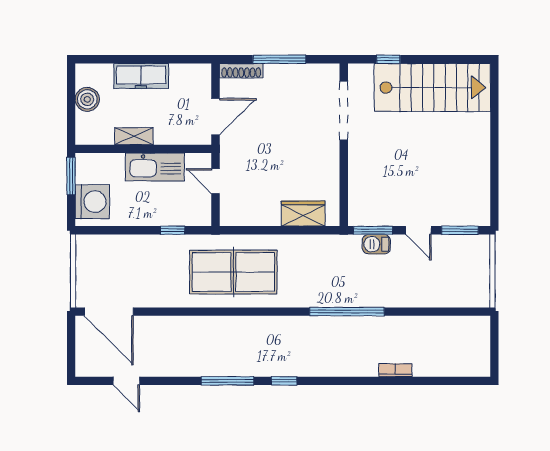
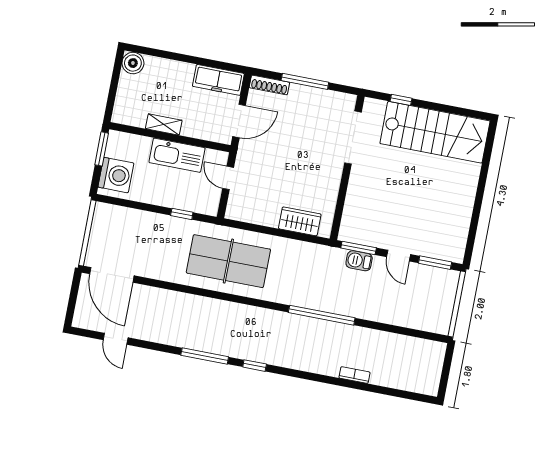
freezer: (141, 76) -> (218, 80), moved
boiler: (87, 99) -> (133, 63), moved

